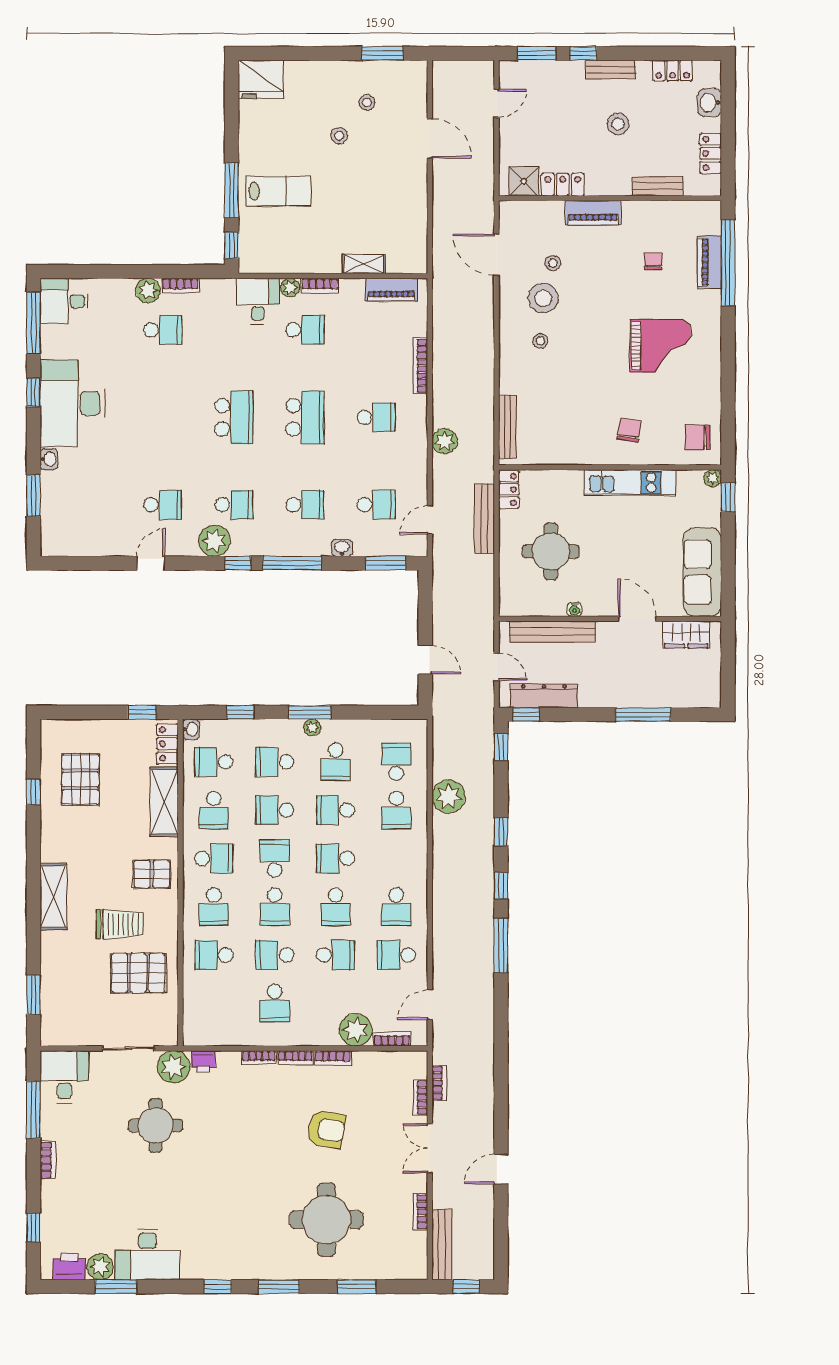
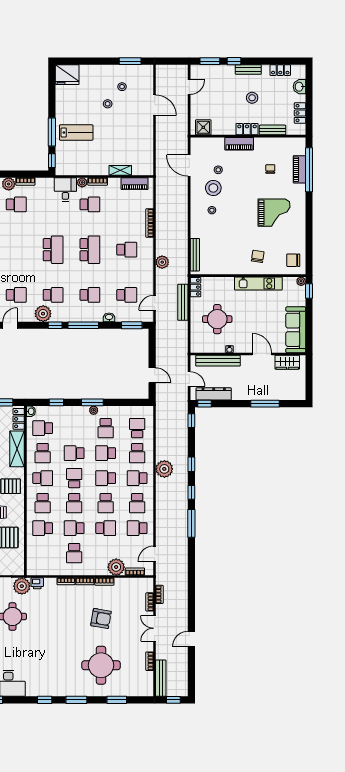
locker: (563, 185) -> (247, 129), moved
school desk: (275, 762) -> (137, 478), moved
plant: (449, 797) -> (164, 469), moved

